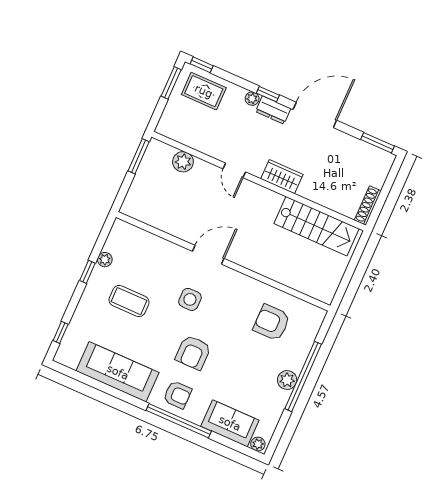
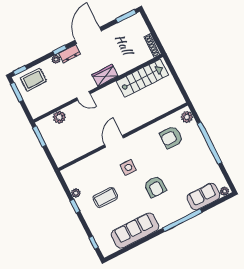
plant: (287, 380) -> (187, 117), moved
armchair: (177, 395) -> (169, 211), removed

